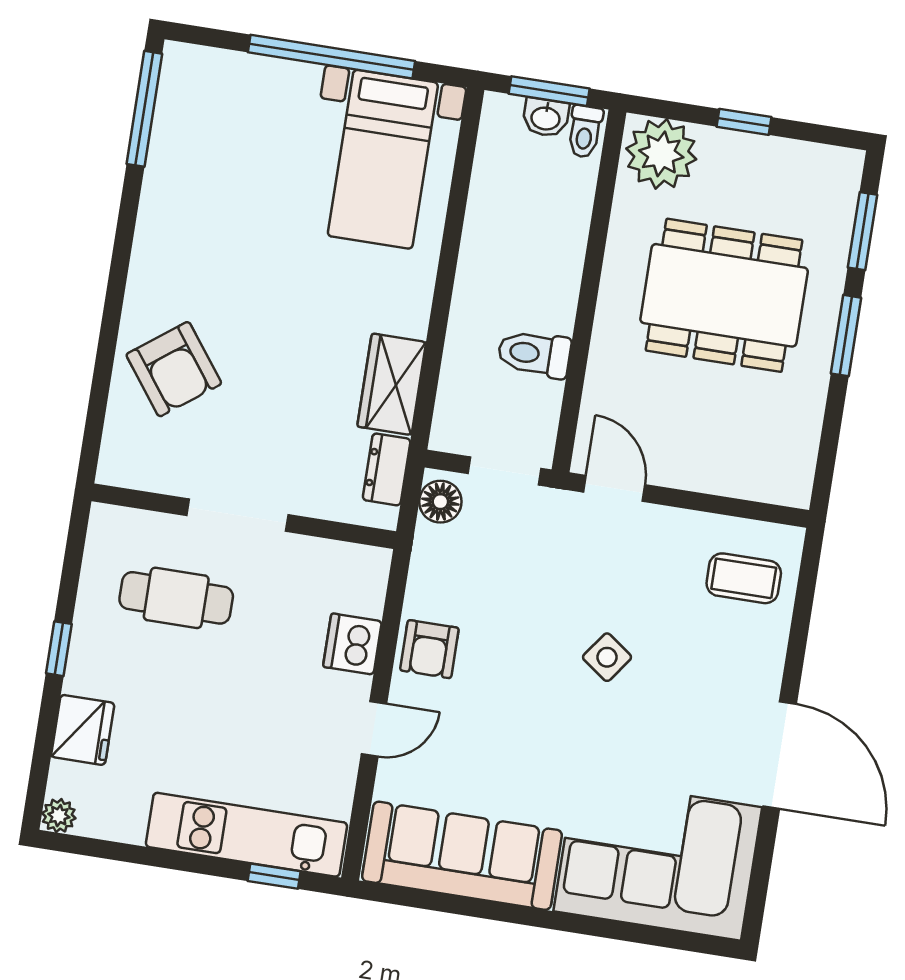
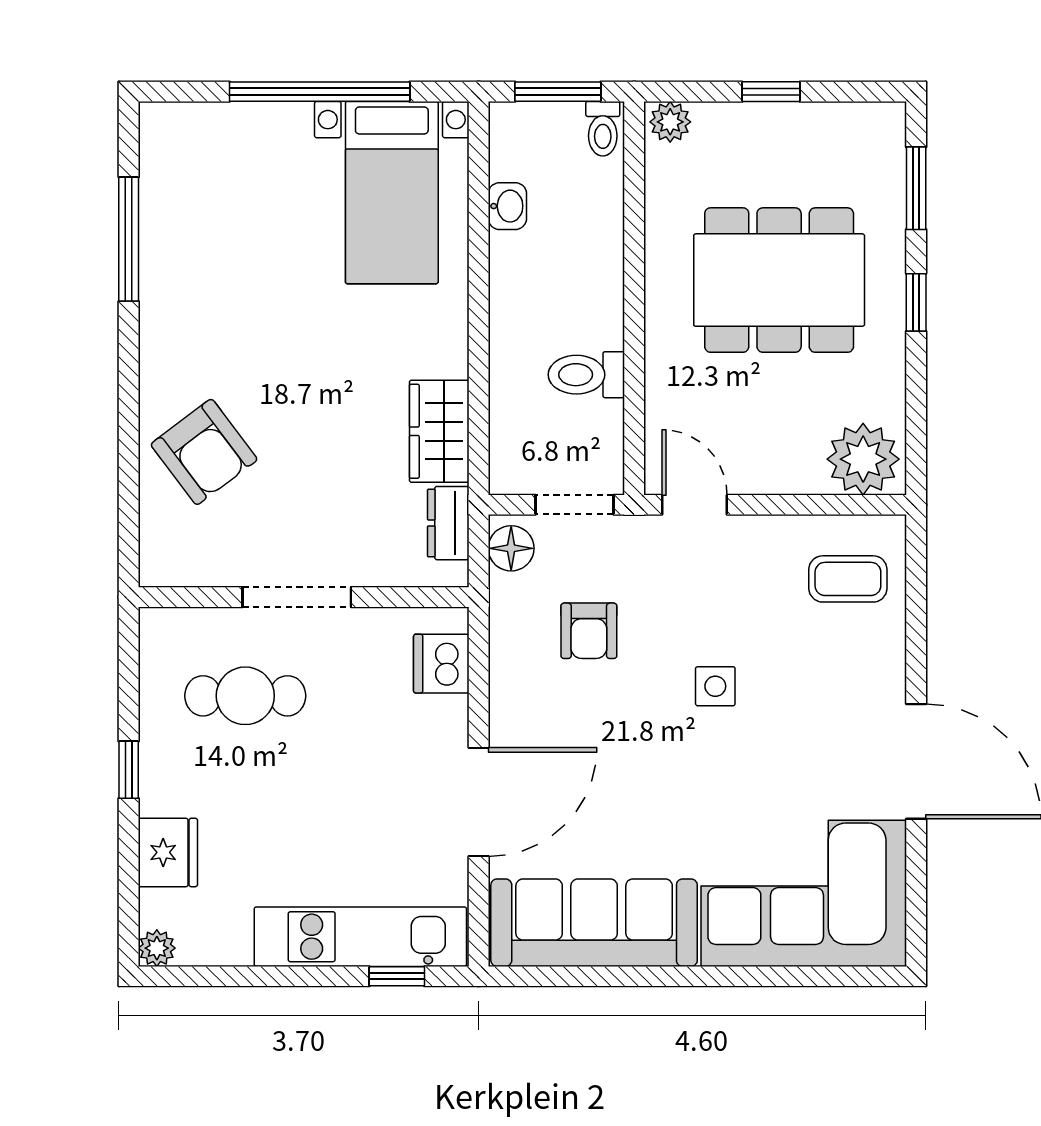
window: (144, 109) -> (129, 239), moved
washbasin: (546, 117) -> (507, 206), moved, turned -90
plant: (661, 154) -> (670, 122), width x0.53, depth x0.53
window: (846, 336) -> (916, 302), width x0.67
plant: (775, 471) -> (863, 459), added
dishwasher: (352, 644) -> (441, 664), moved
armchair: (429, 649) -> (589, 631), moved
side table: (607, 657) -> (715, 686), turned -36
door: (374, 729) -> (479, 802), width x1.88

